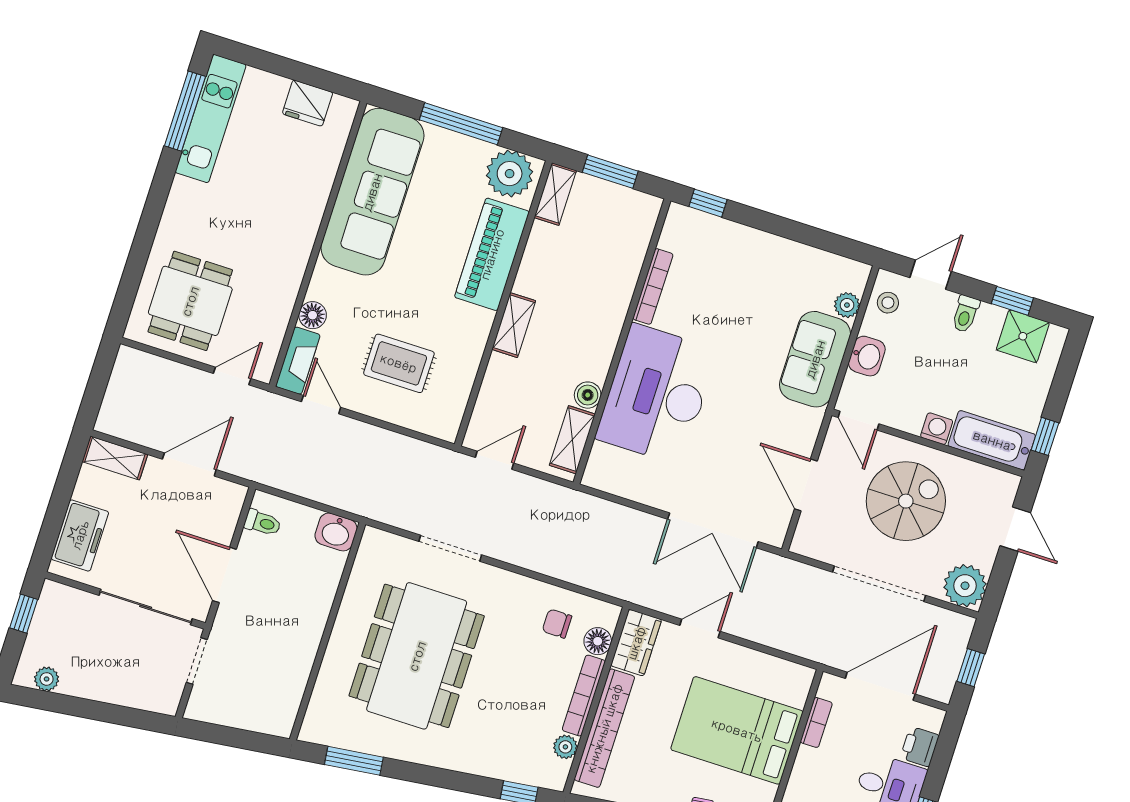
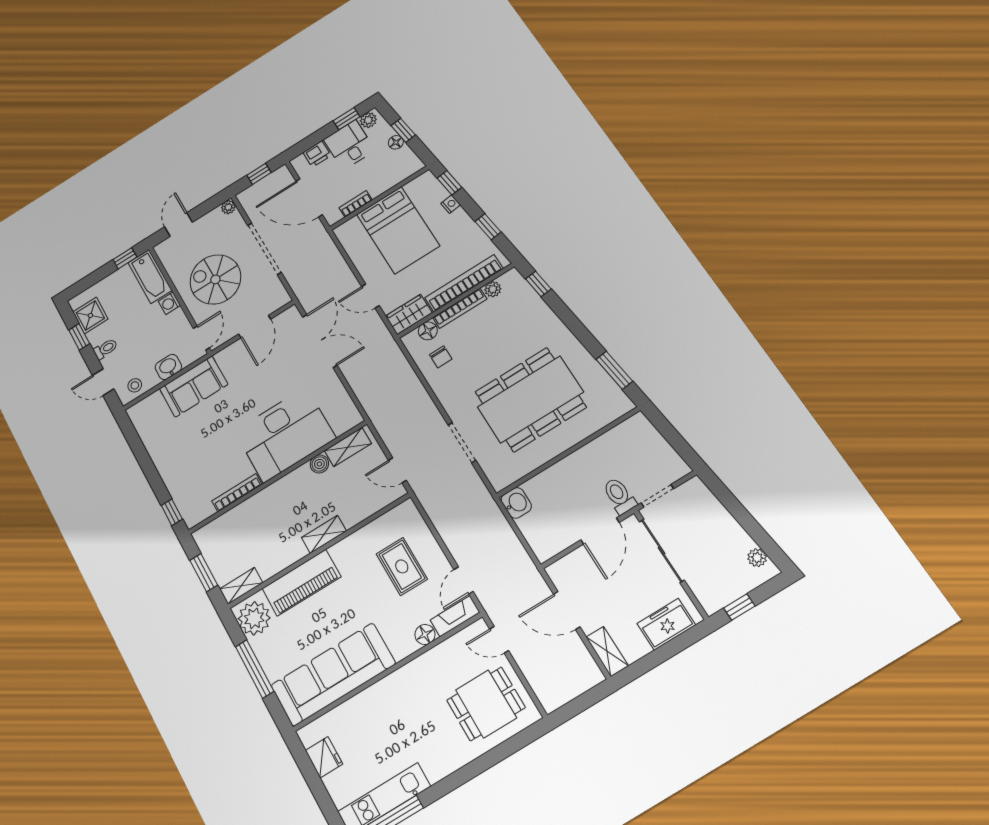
plant: (847, 305) -> (154, 401), removed
toilet: (263, 523) -> (619, 496), moved, width x1.37, depth x1.39
plant: (965, 586) -> (228, 207), width x0.53, depth x0.53

